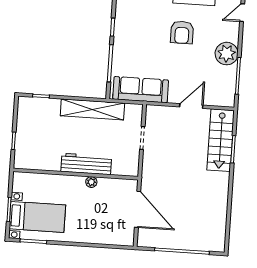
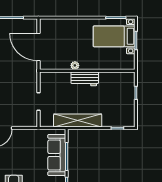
sofa: (141, 90) -> (57, 155), moved, turned 90
workbench: (86, 164) -> (85, 79), width x0.73

